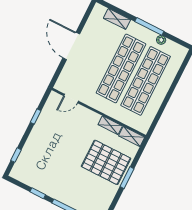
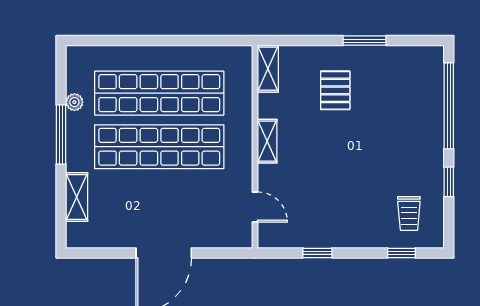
shelving: (110, 125) -> (267, 141), moved
pallet: (106, 162) -> (335, 90), width x0.49, depth x0.50
trolley: (32, 168) -> (409, 214), added
window: (127, 178) -> (365, 41), moved

